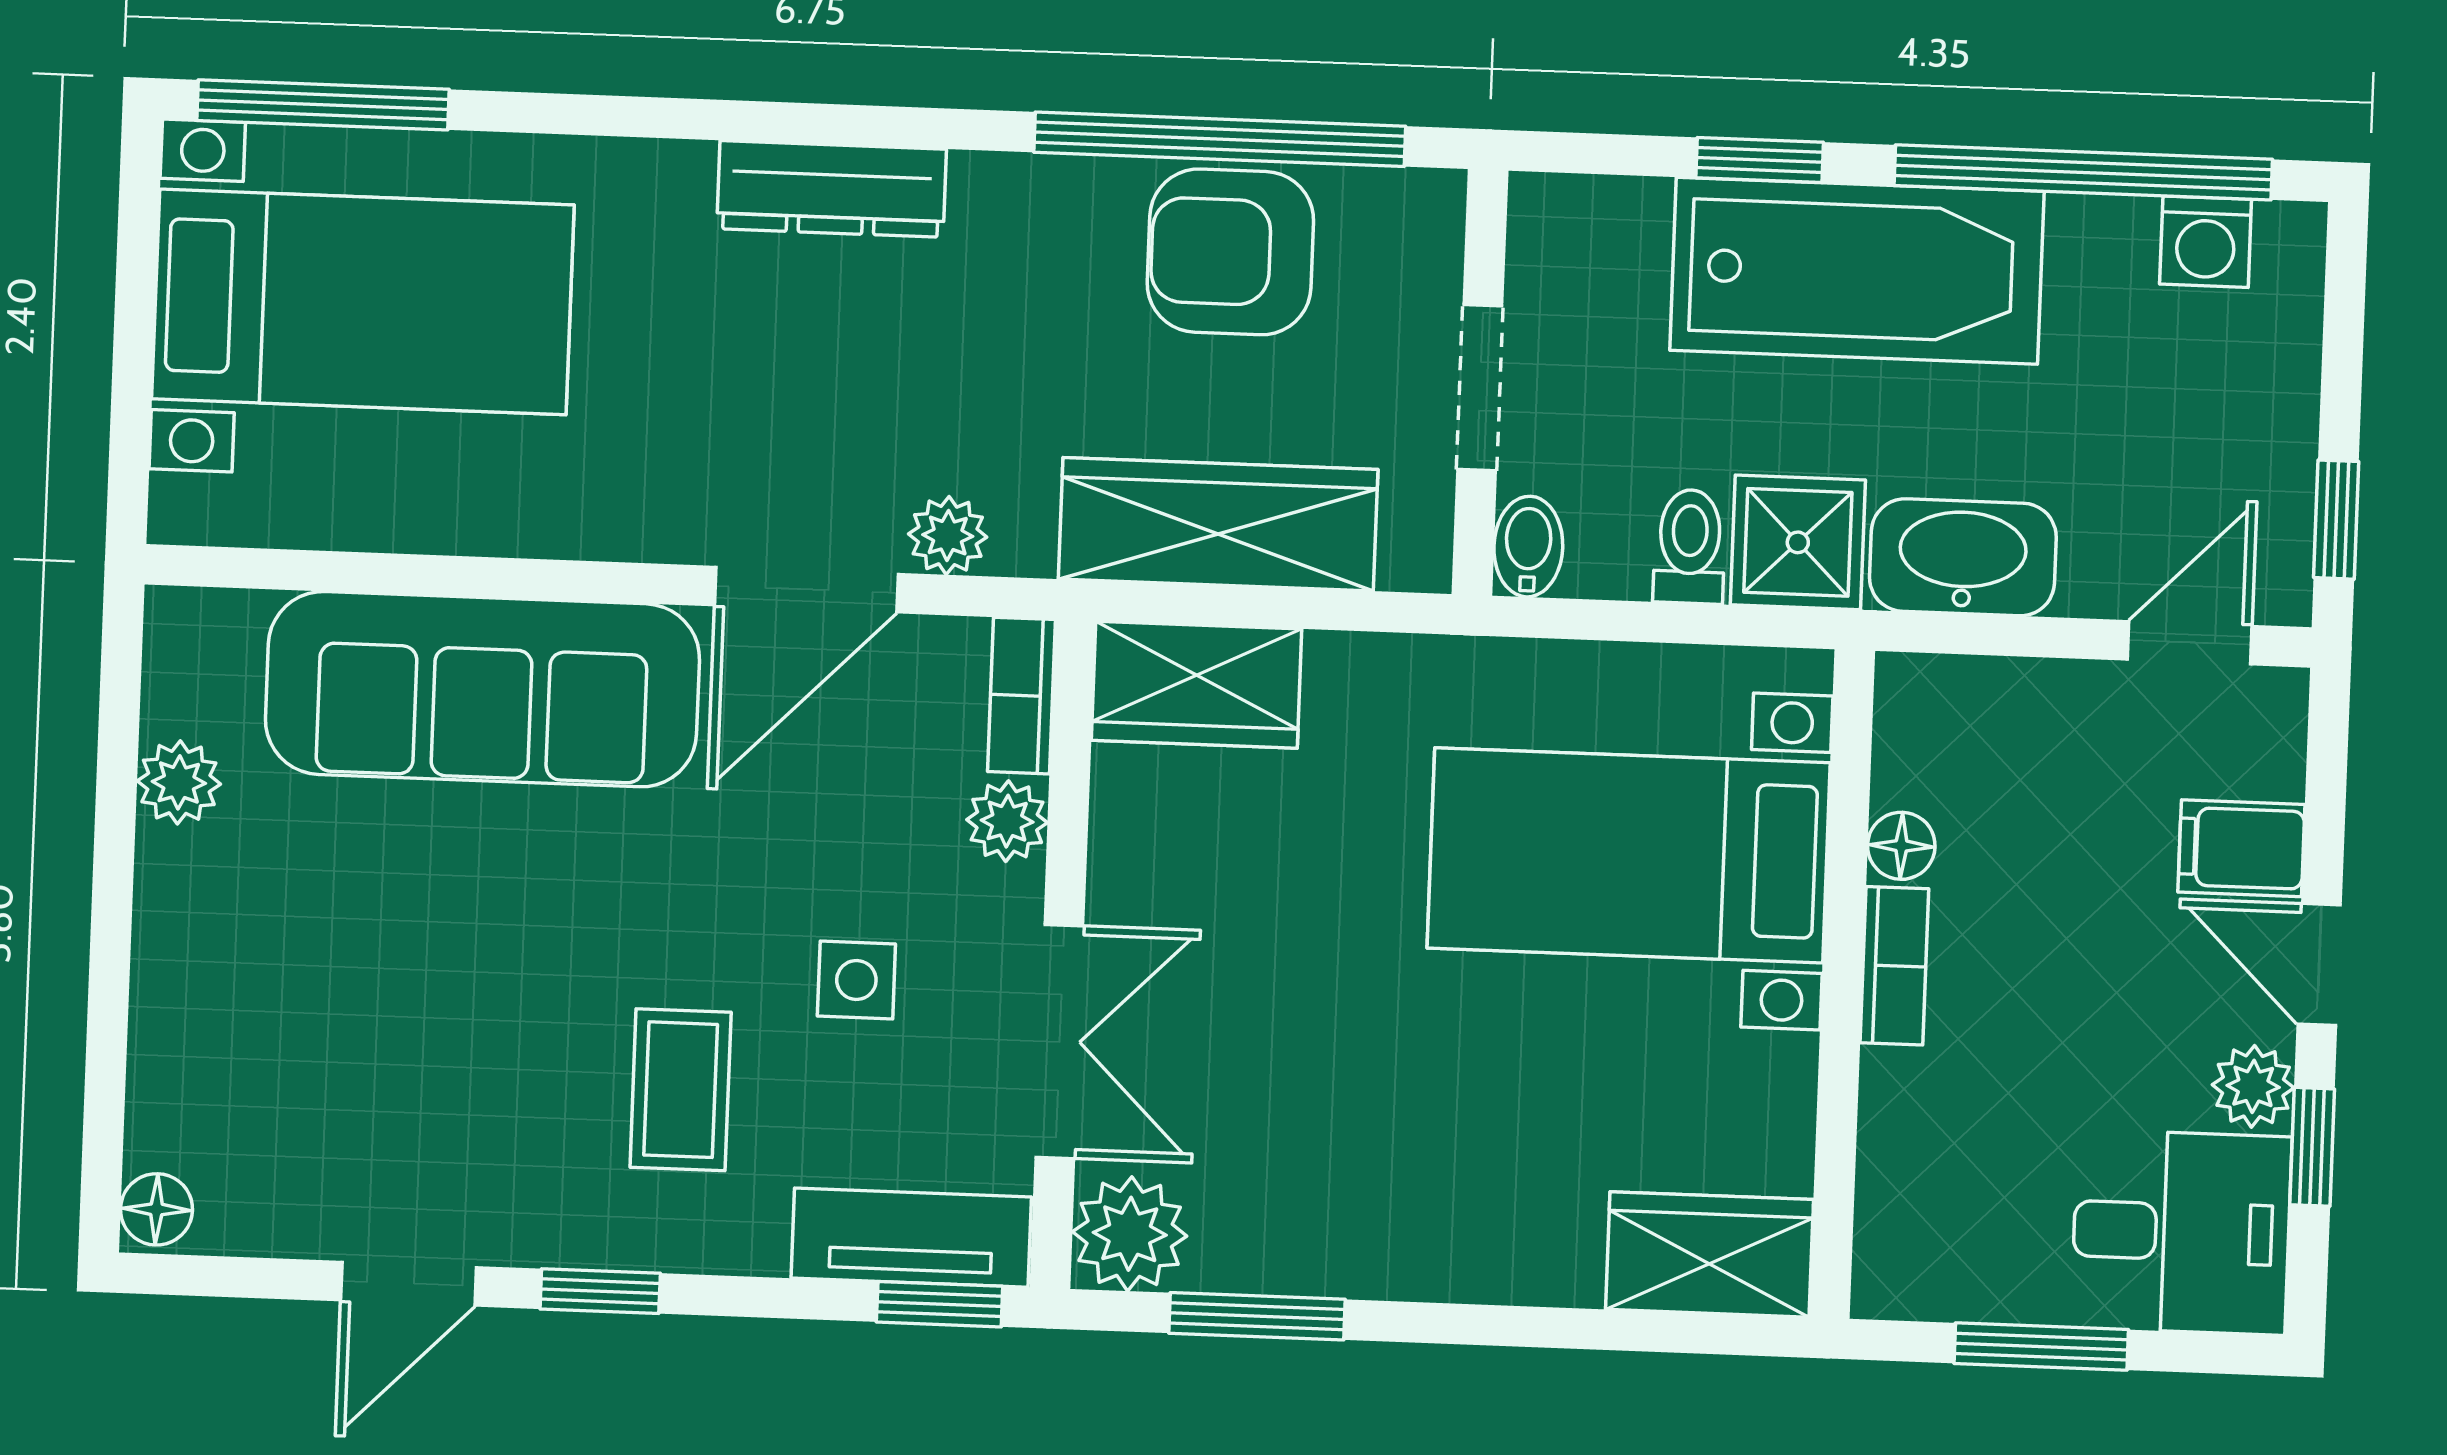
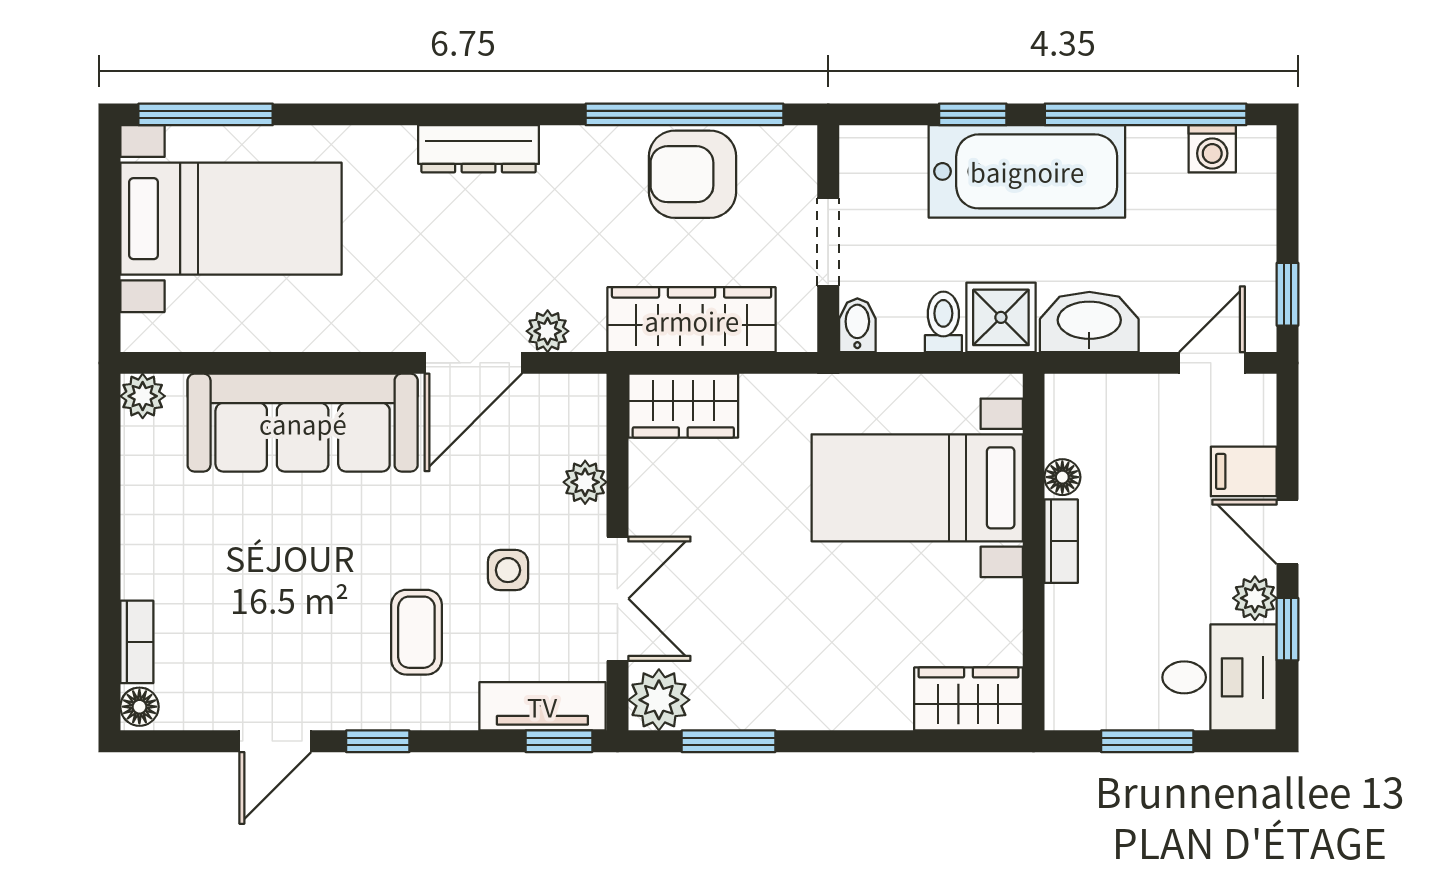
bookcase: (1022, 696) -> (137, 642), moved, turned 180
plant: (179, 782) -> (143, 396), moved

